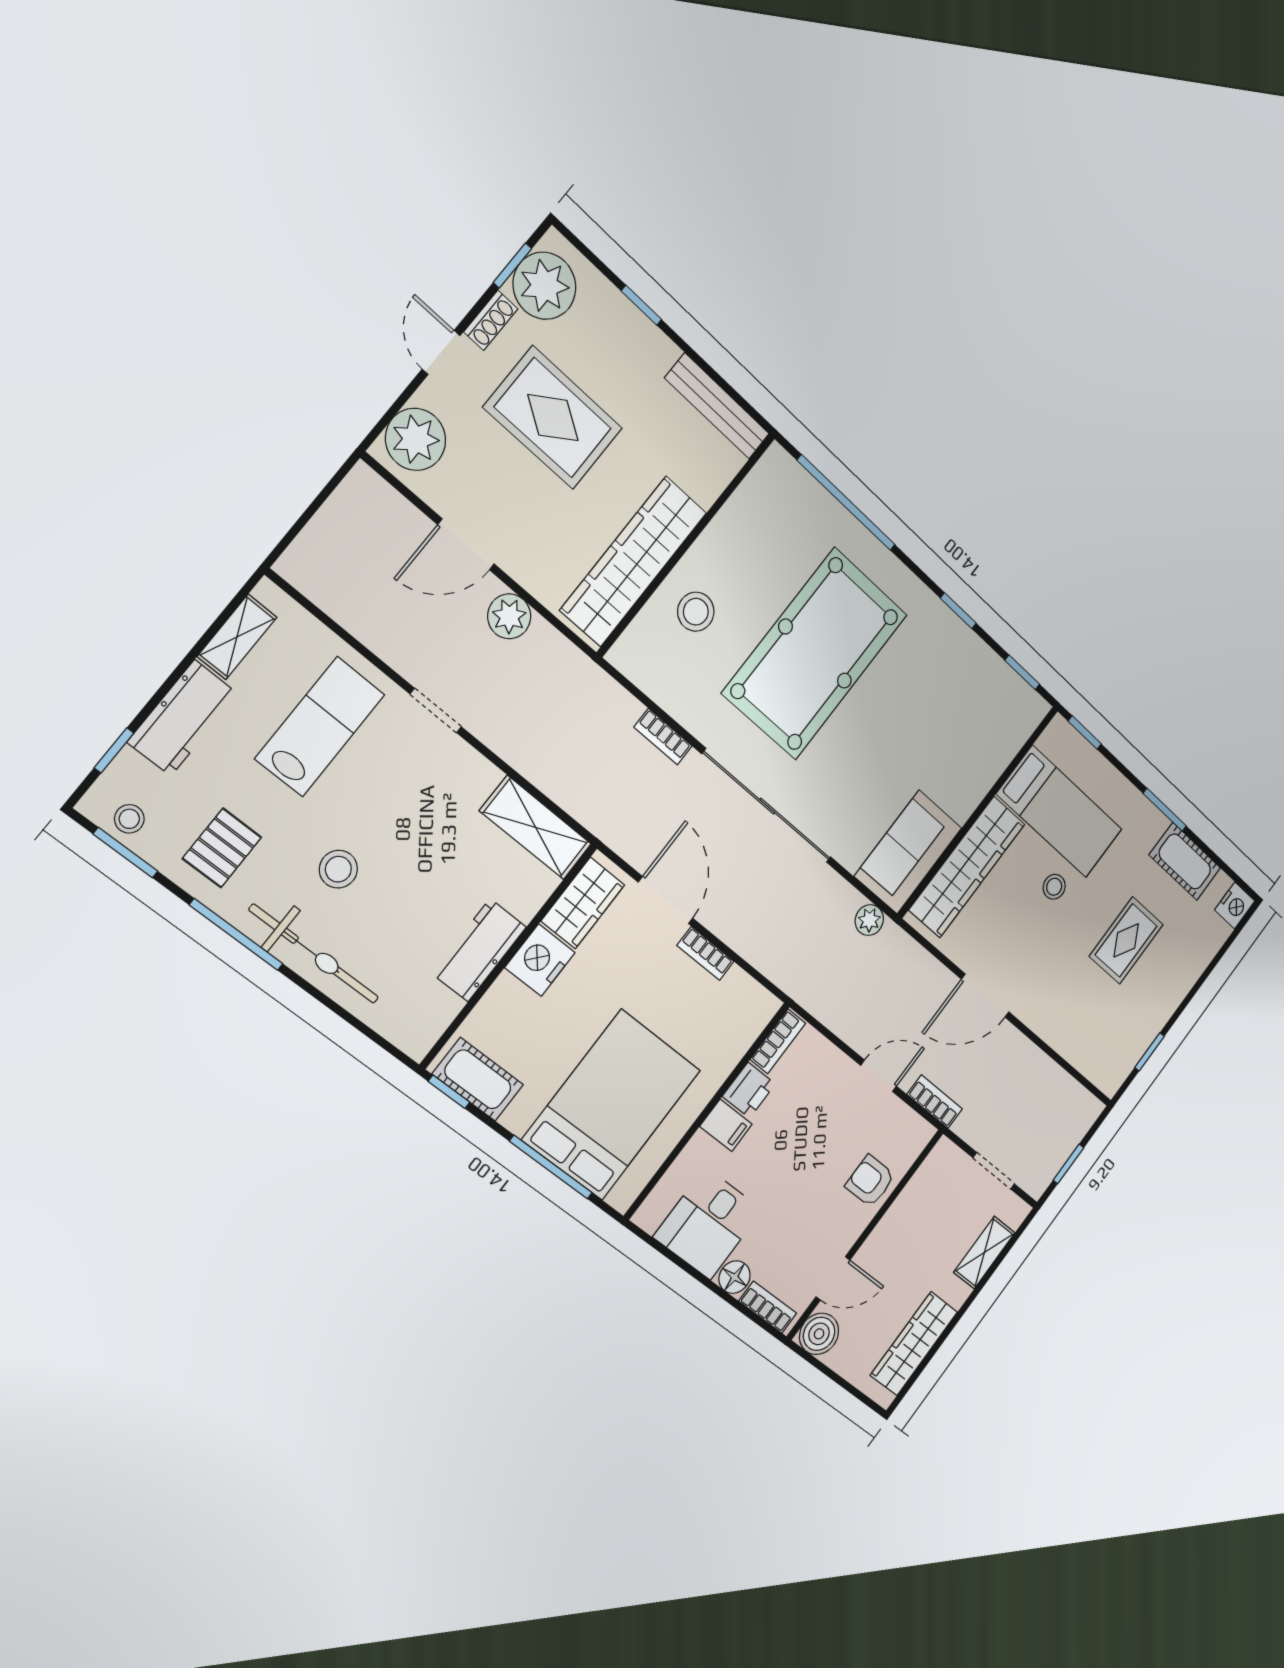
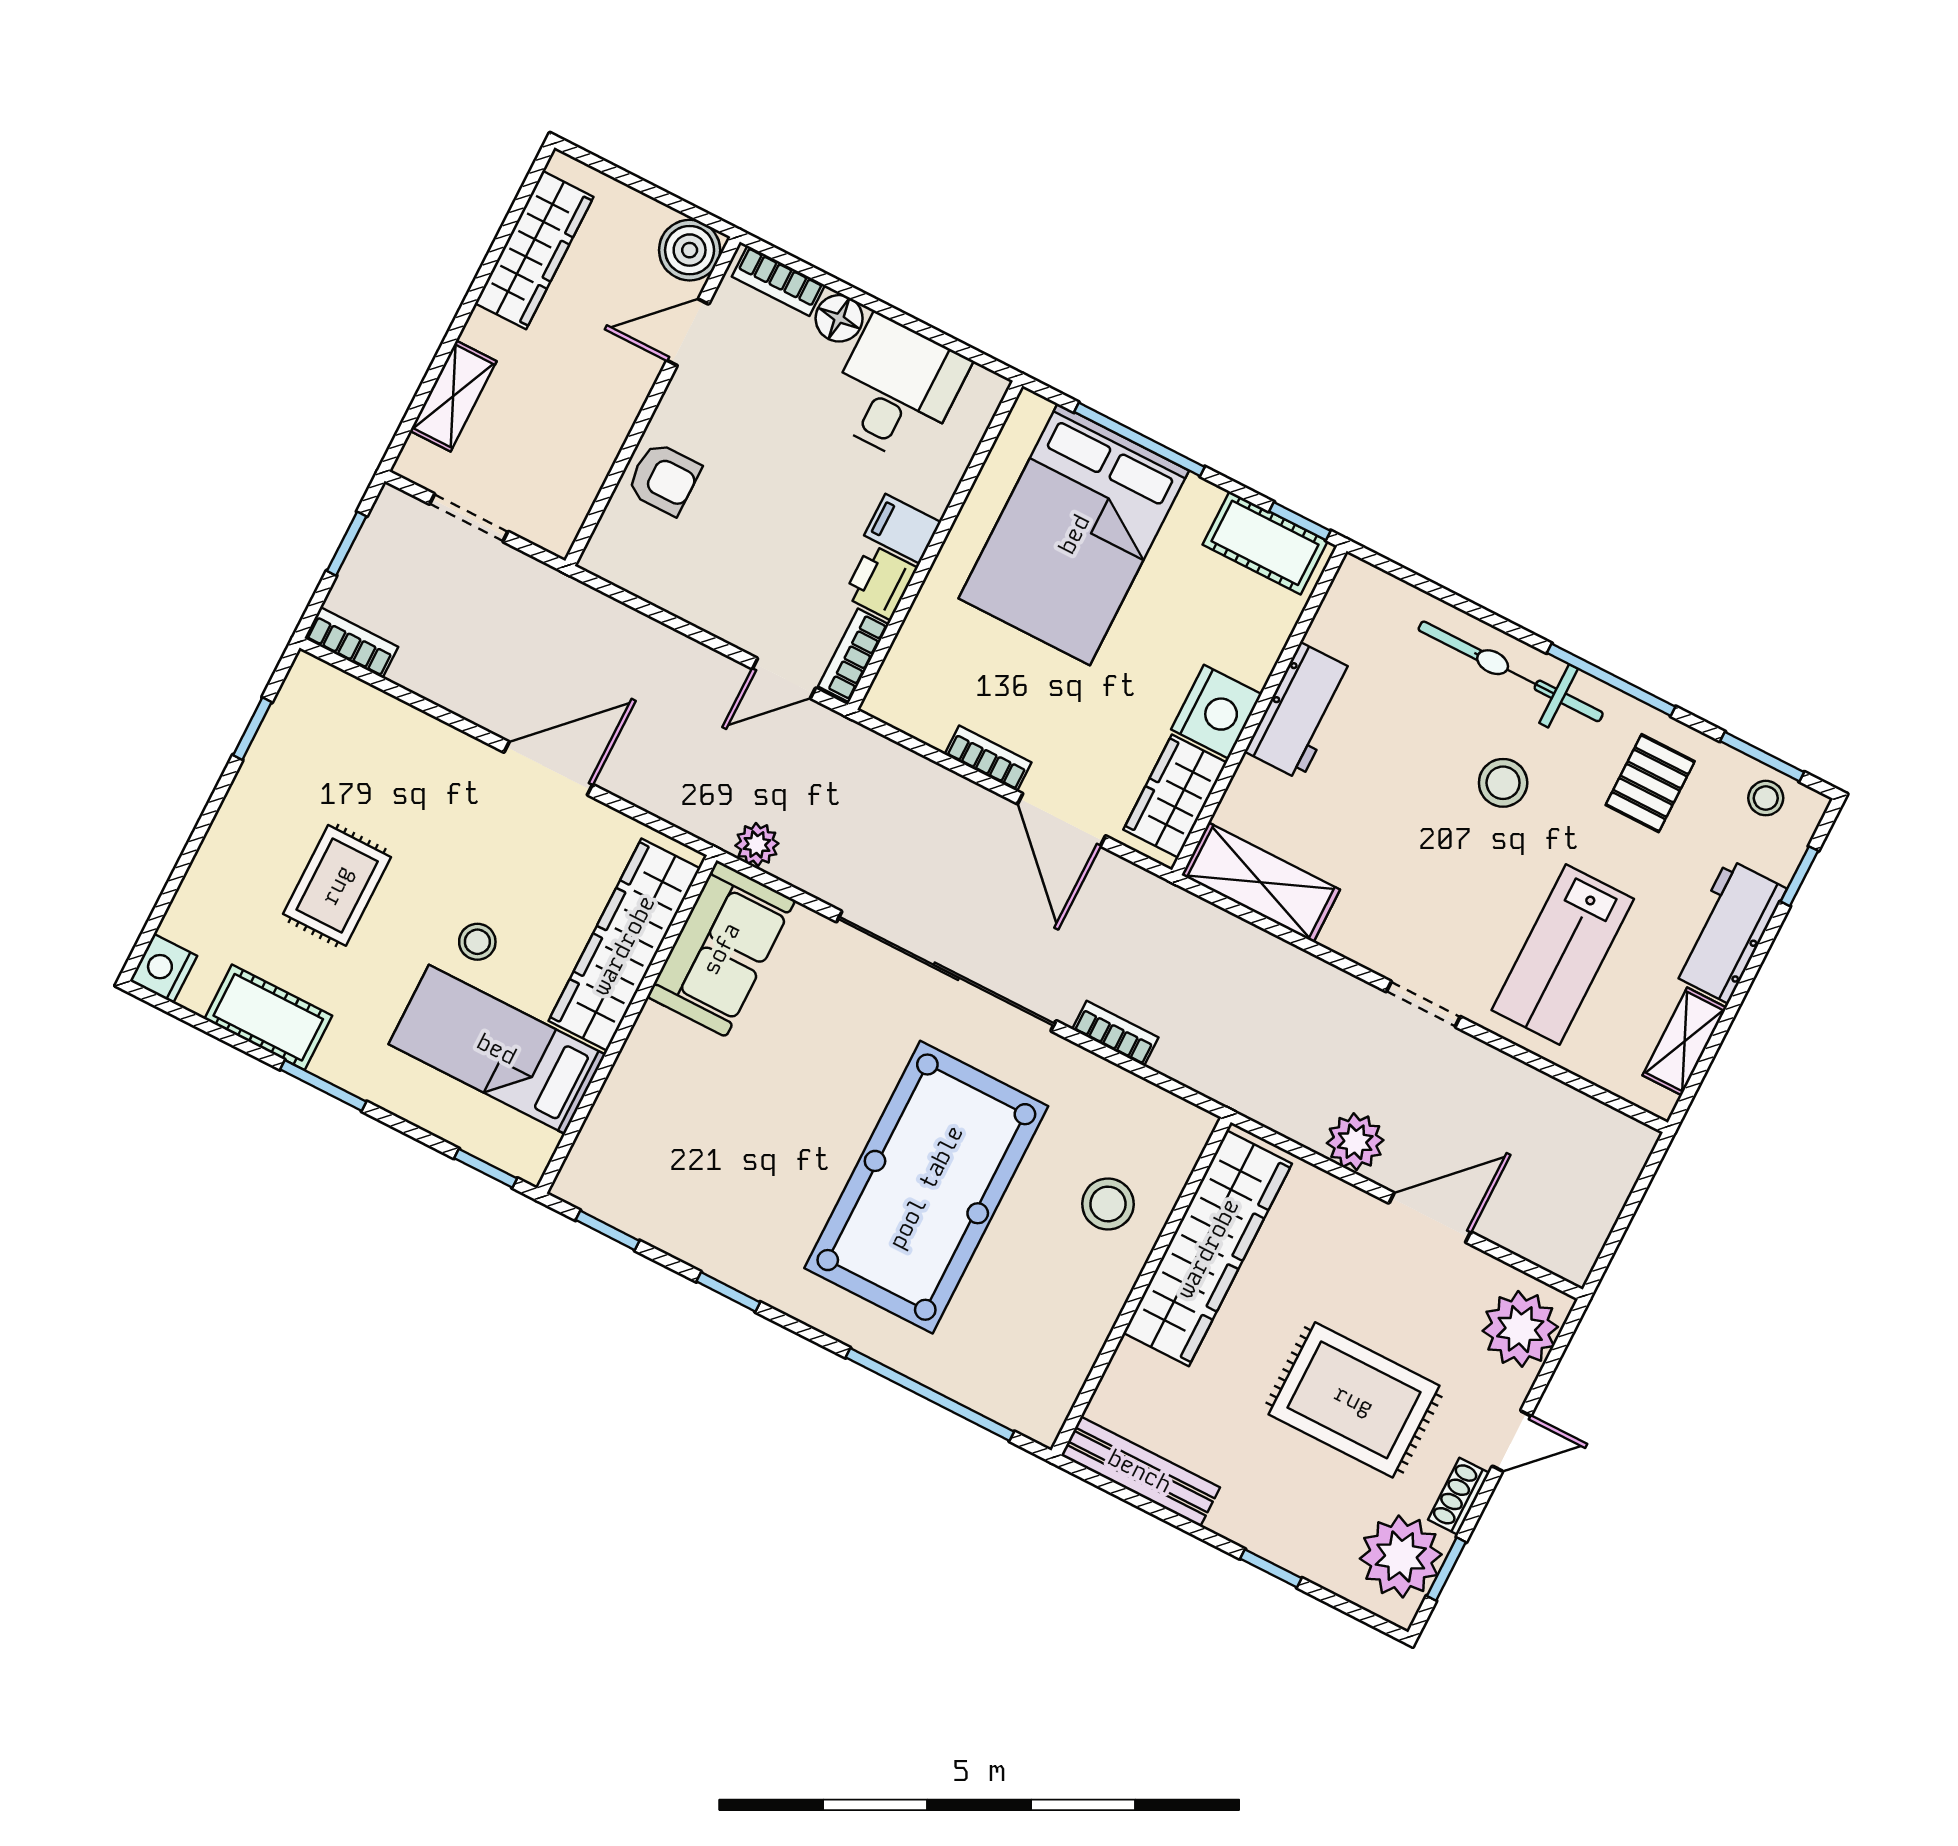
door: (441, 352) -> (1512, 1441), hinge flipped
door: (879, 1076) -> (784, 678), moved
bookcase: (935, 1102) -> (351, 642), moved, turned 180

